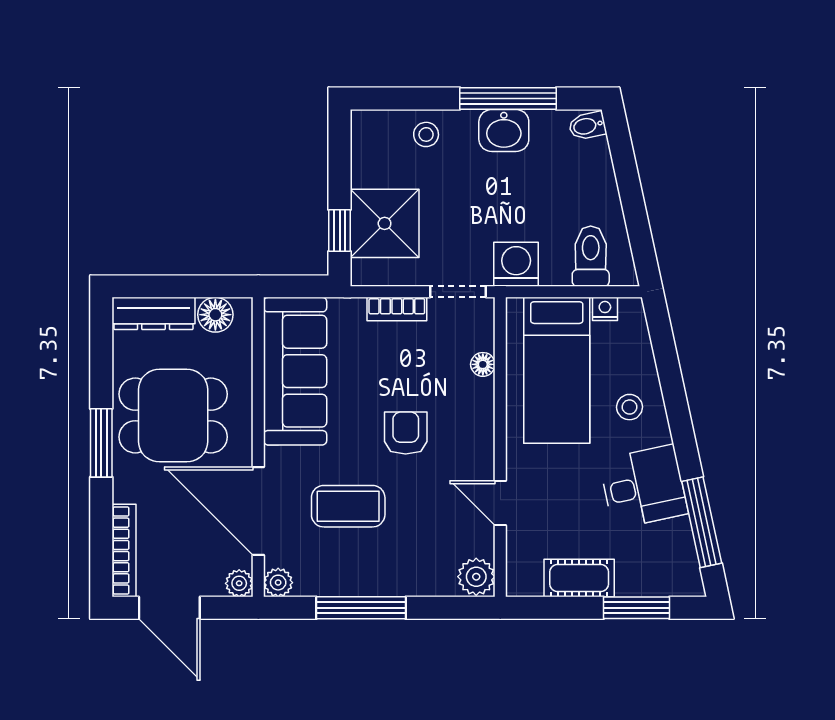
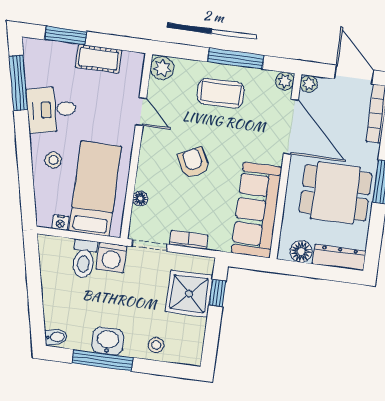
toilet: (591, 256) -> (84, 259), moved
armchair: (406, 433) -> (194, 163), turned 153
coffee table: (348, 506) -> (221, 93), moved

